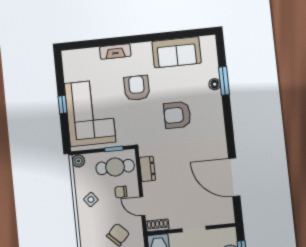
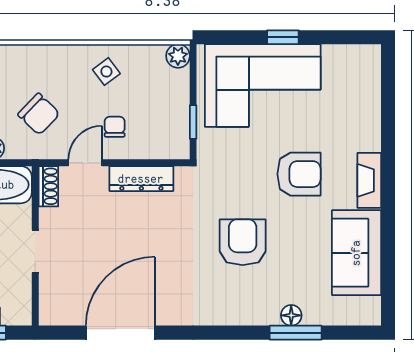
fireplace: (115, 51) -> (369, 180), moved
cafe table: (115, 167) -> (160, 121), removed
dresser: (147, 169) -> (141, 179), width x1.44

